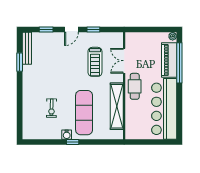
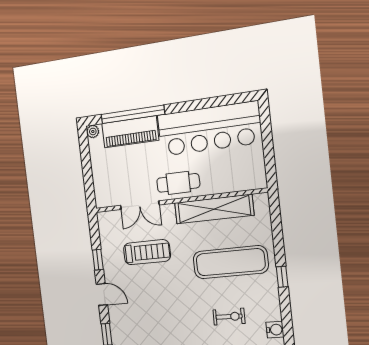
water cooler: (67, 135) -> (275, 330), moved

